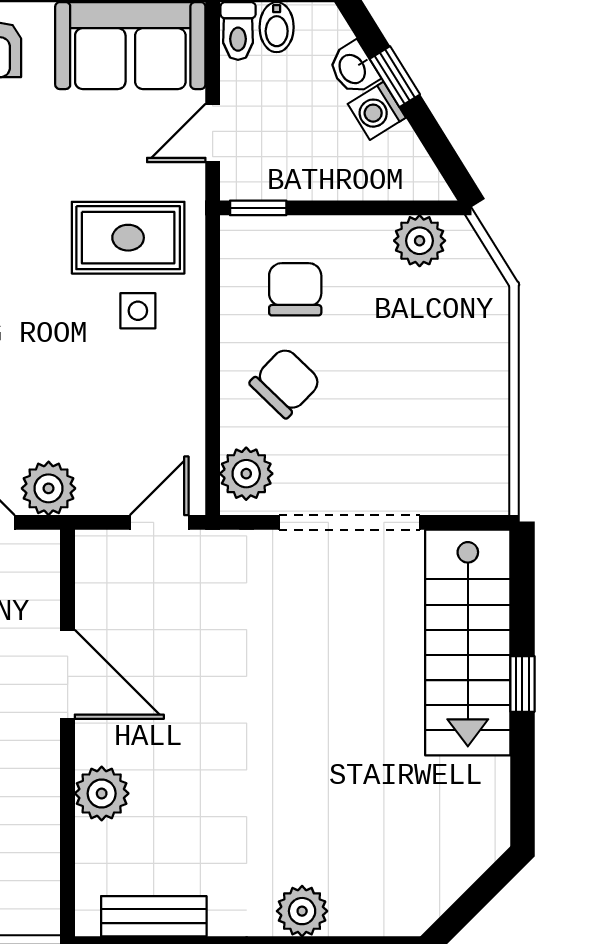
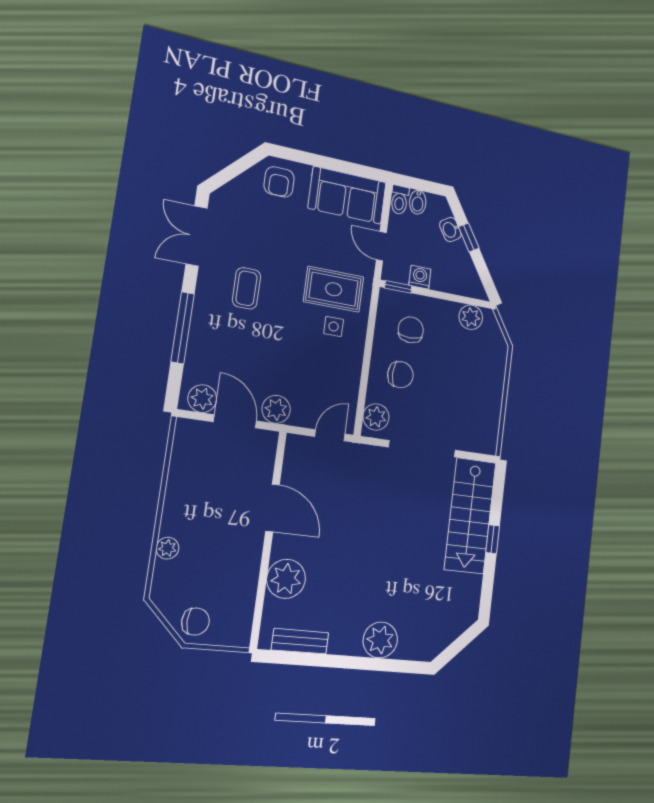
washing machine: (377, 111) -> (420, 277), moved, turned 122
door: (213, 133) -> (381, 246), hinge flipped
chair: (285, 383) -> (400, 375), turned 46
plant: (102, 793) -> (286, 579), width x1.36, depth x1.36
plant: (302, 911) -> (380, 640), width x1.36, depth x1.36

